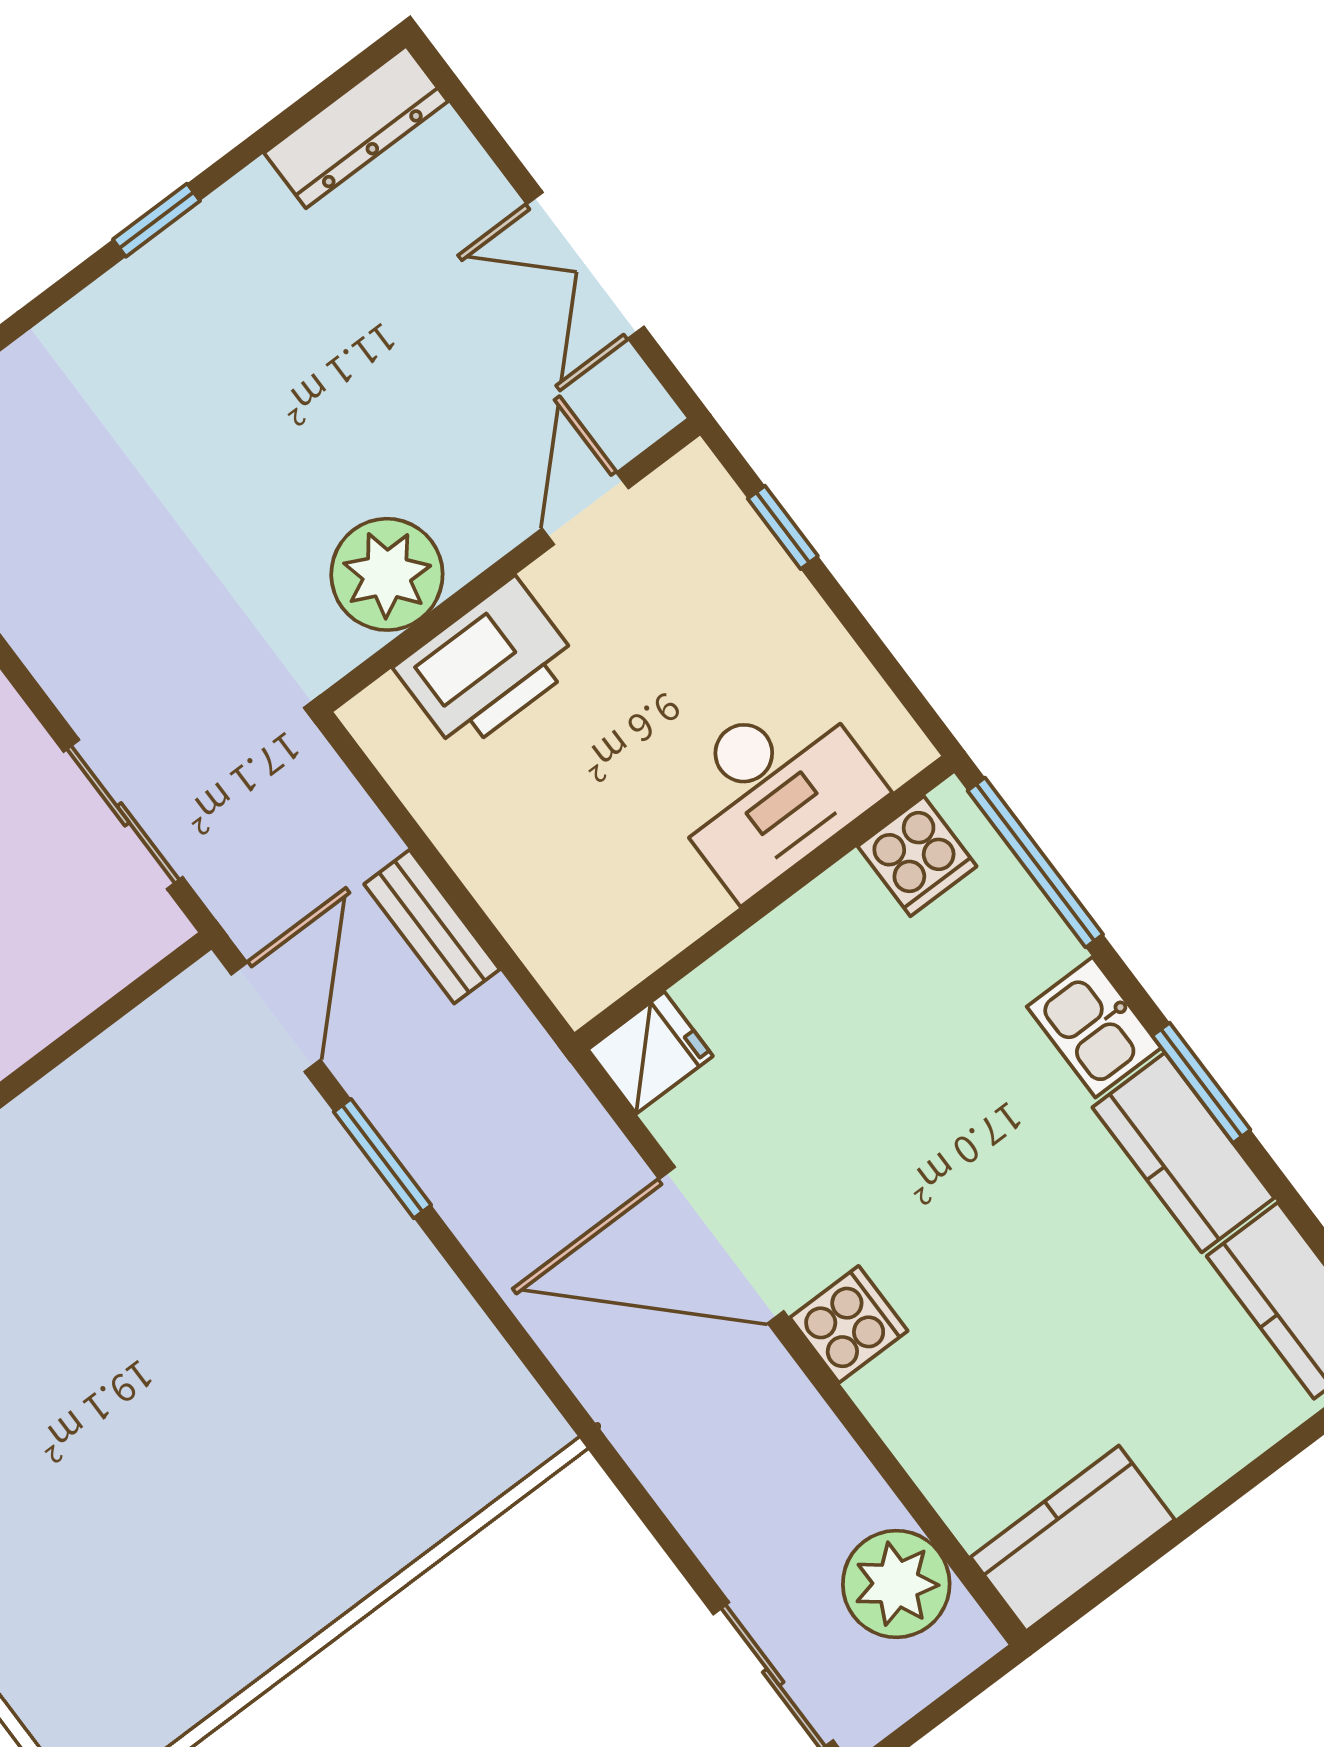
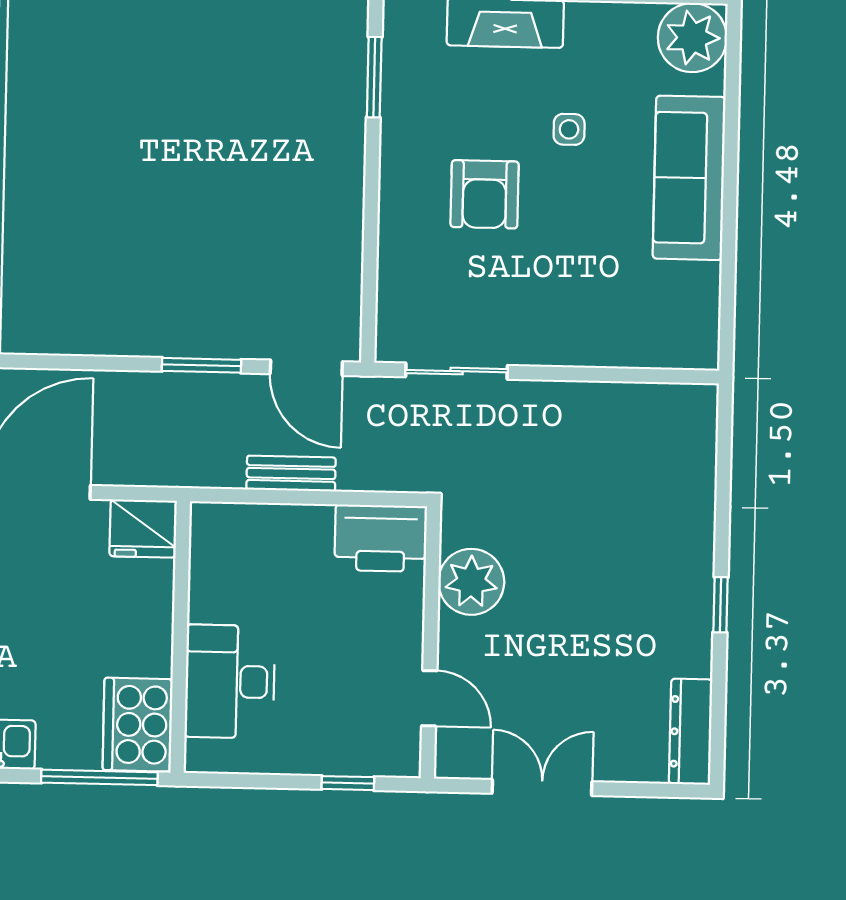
printer: (487, 665) -> (381, 538), moved, turned -90
cooker: (917, 856) -> (138, 725), width x1.87, depth x1.31
fridge: (650, 1053) -> (143, 528), width x1.38

